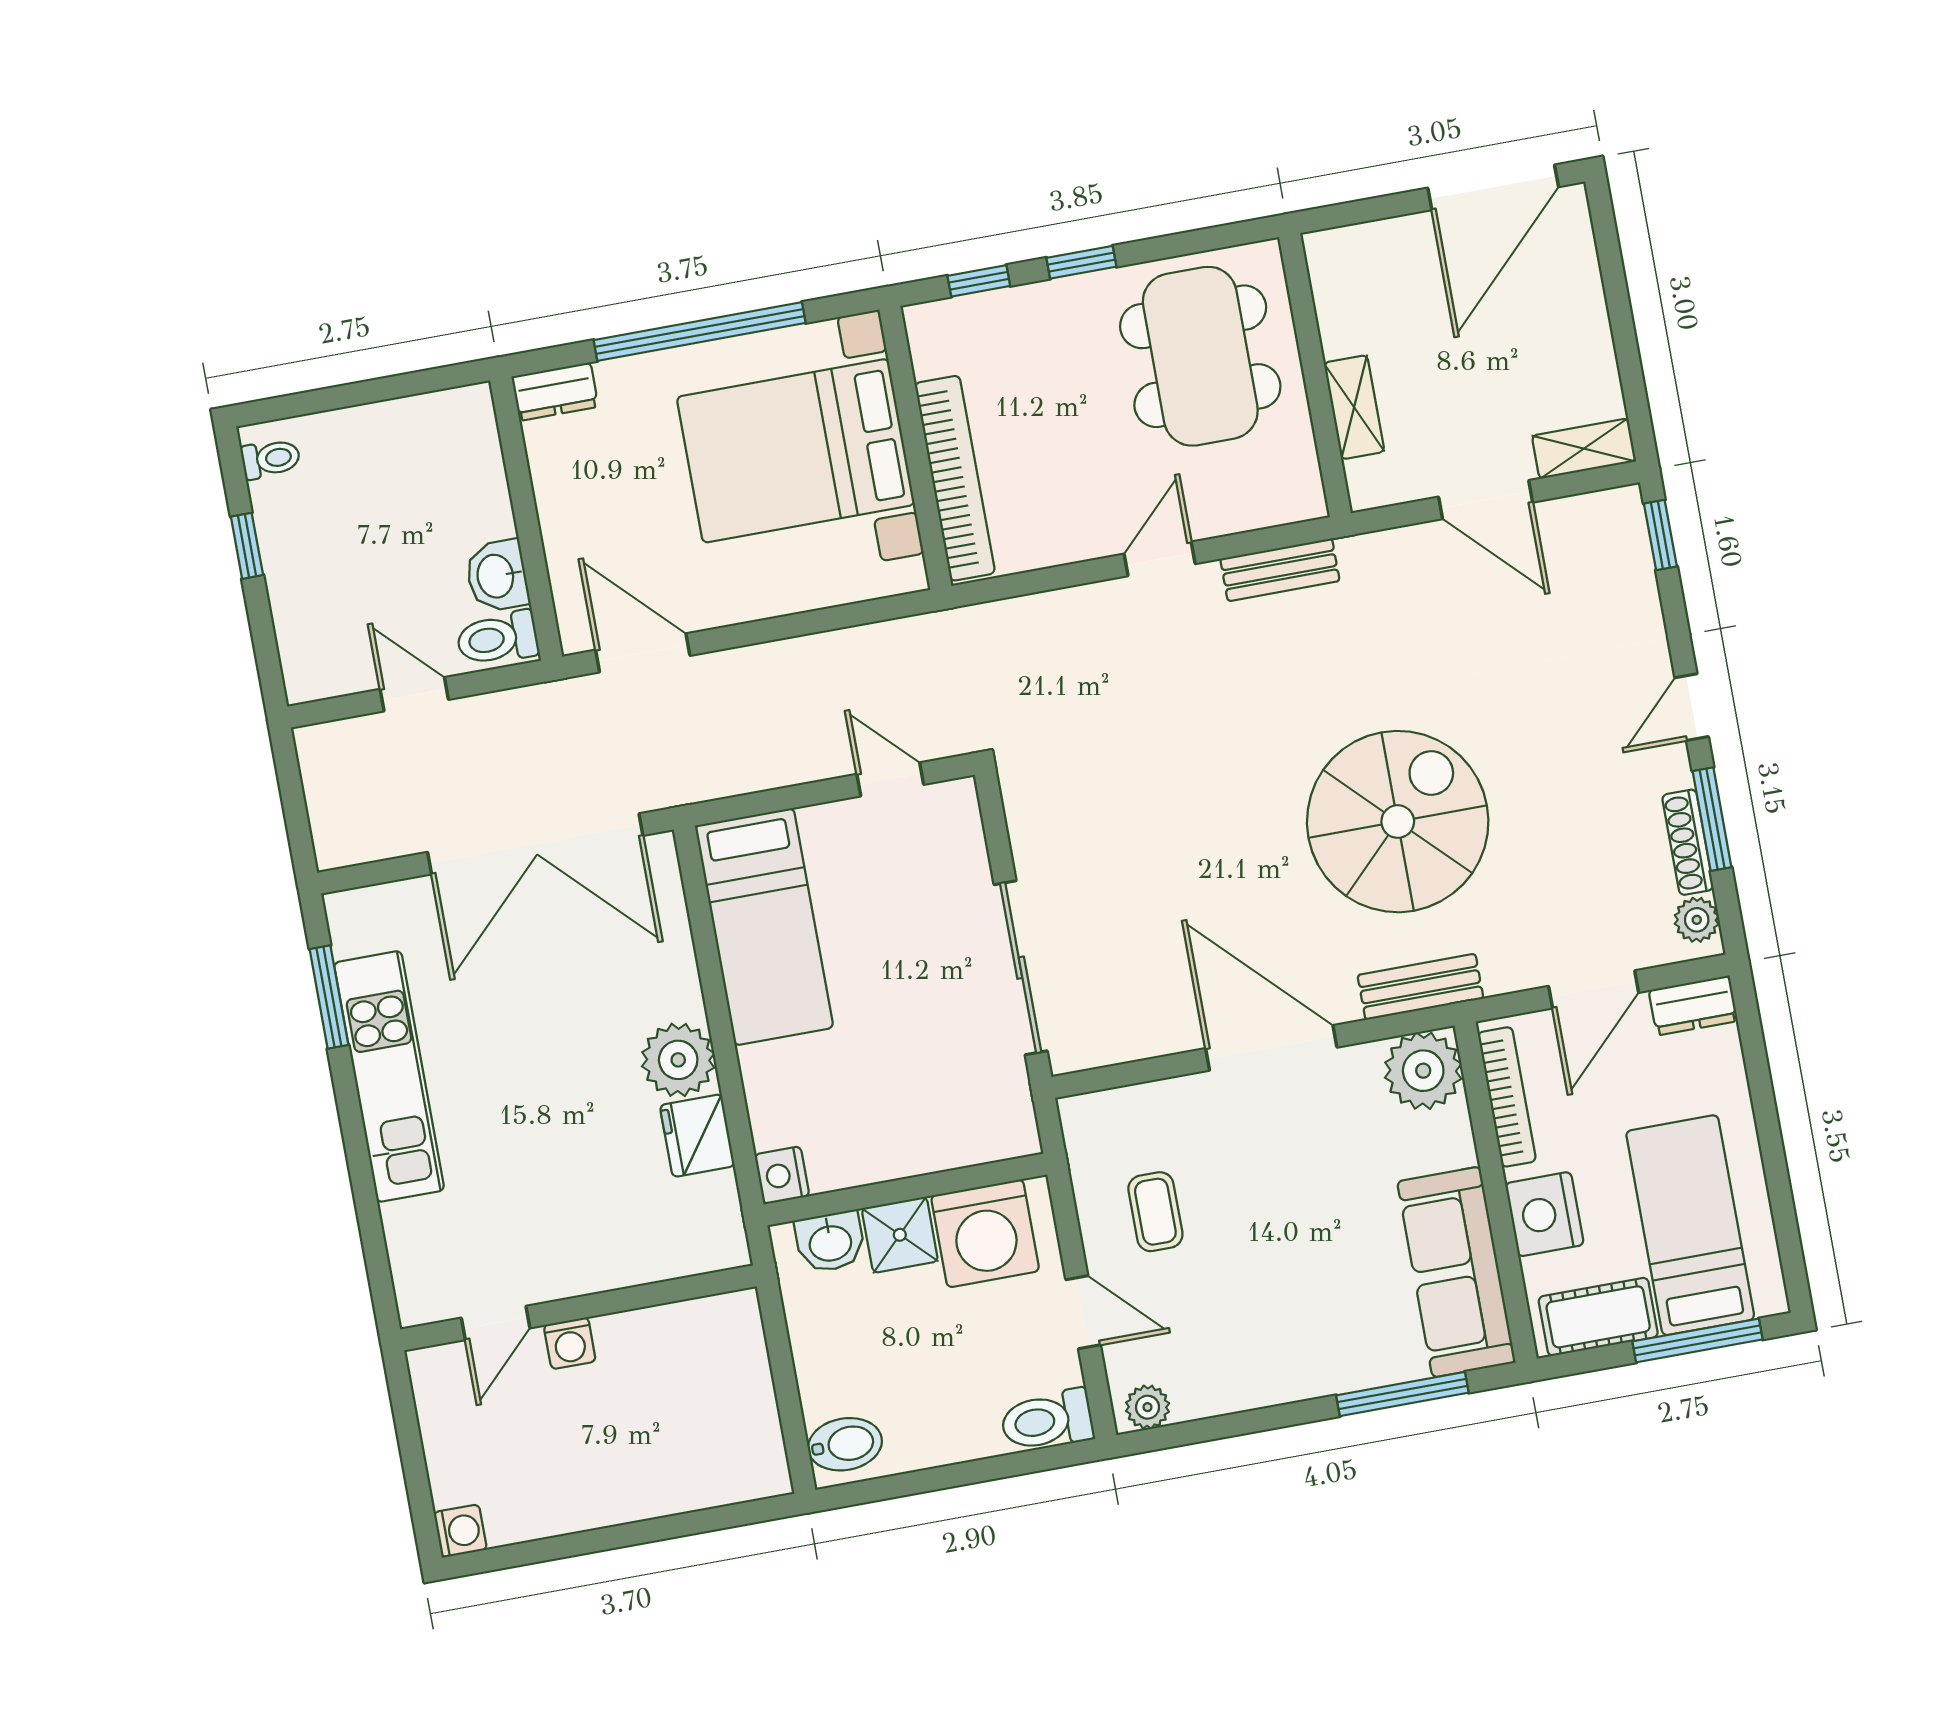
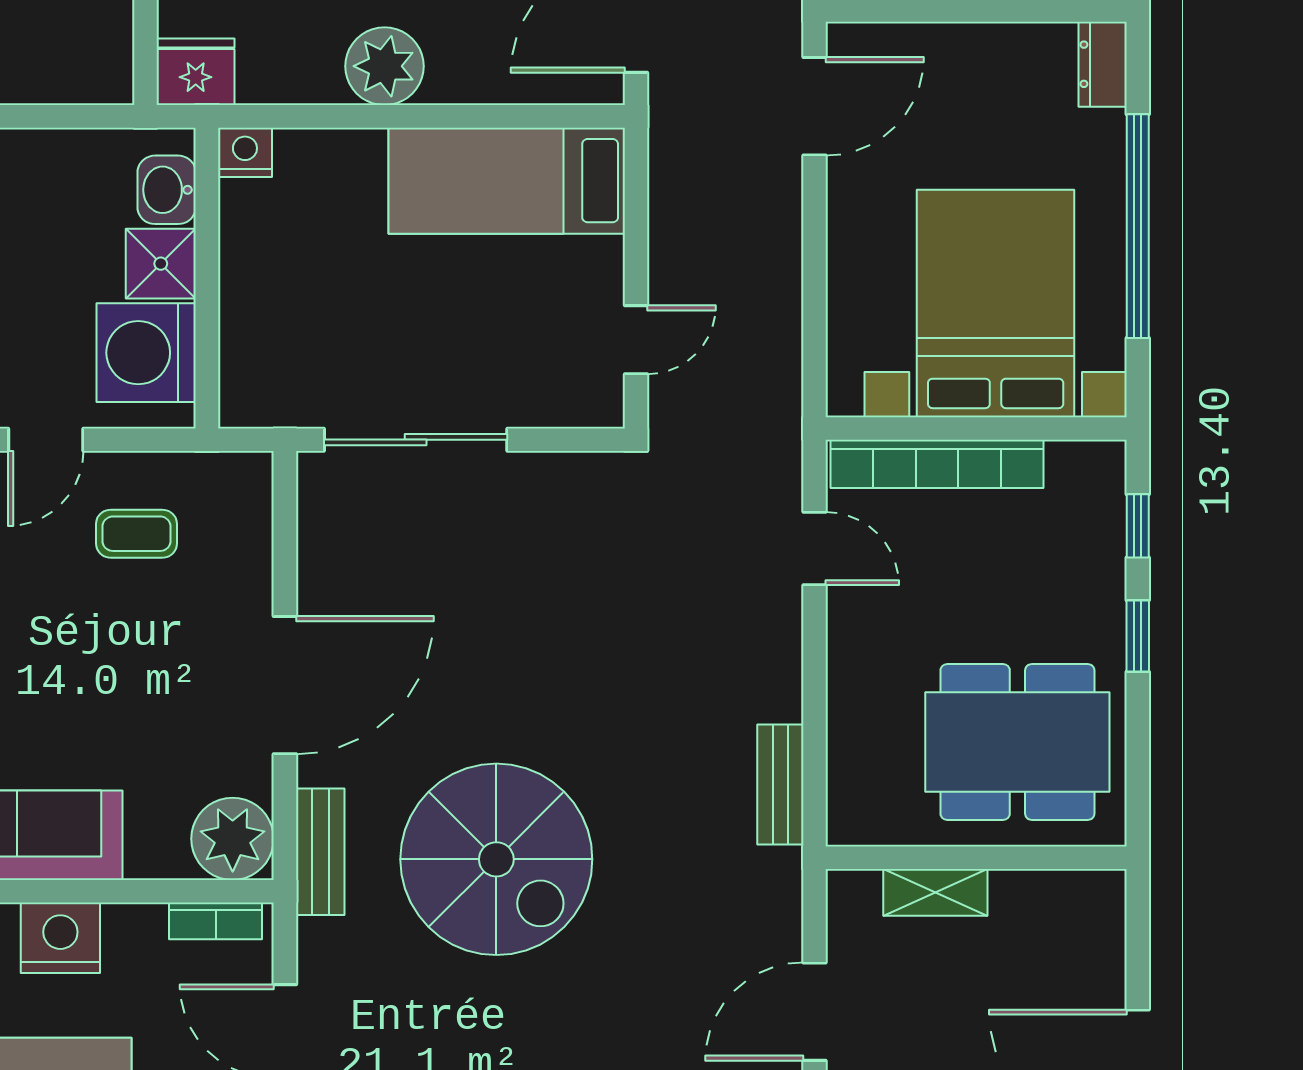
door: (1160, 559) -> (814, 549), moved
bookcase: (1507, 1097) -> (216, 921), width x0.64
fridge: (697, 1136) -> (196, 72), moved

